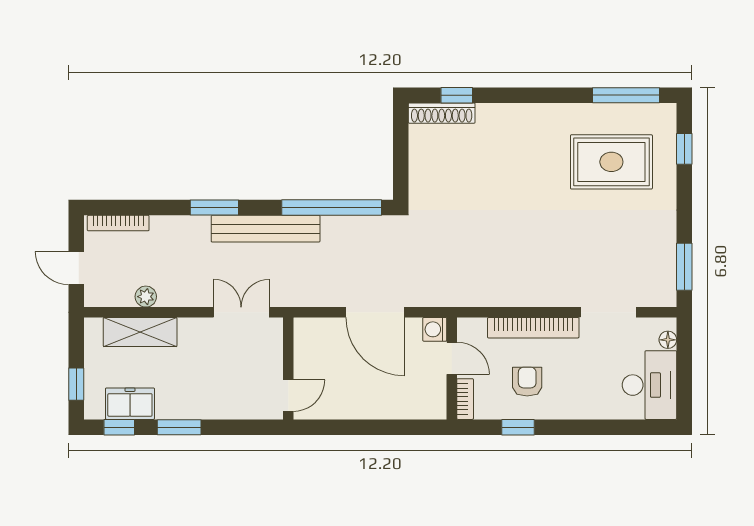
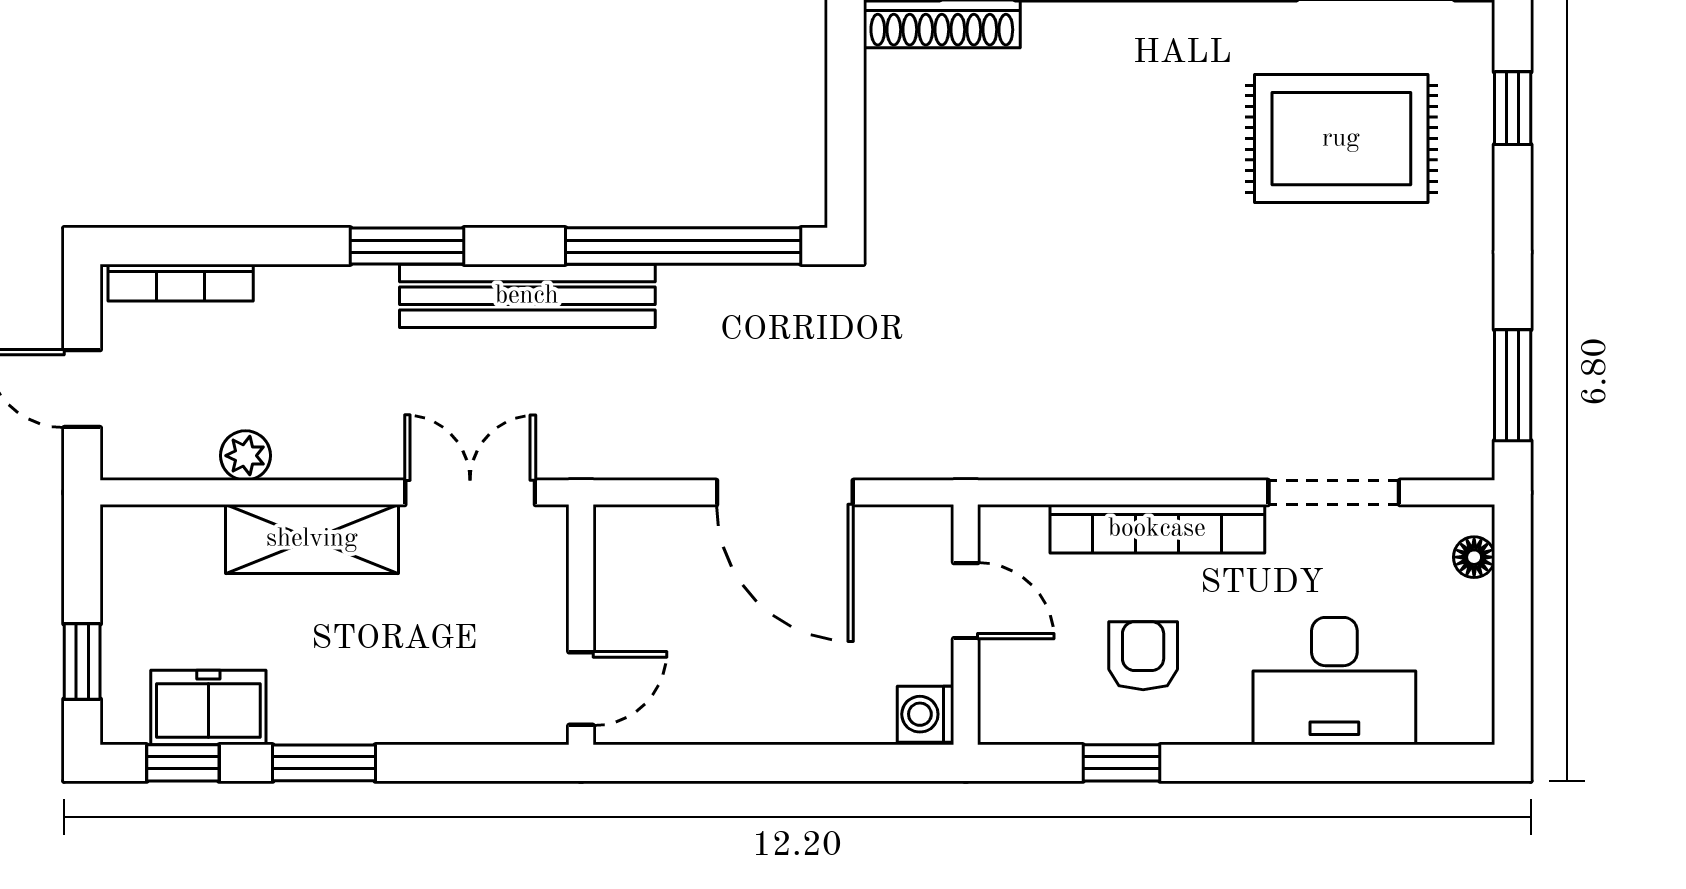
washing machine: (435, 329) -> (926, 714), moved
shelving: (140, 332) -> (312, 539), moved
desk: (649, 385) -> (1334, 681), moved, turned 90
bookcase: (465, 399) -> (997, 697), removed

